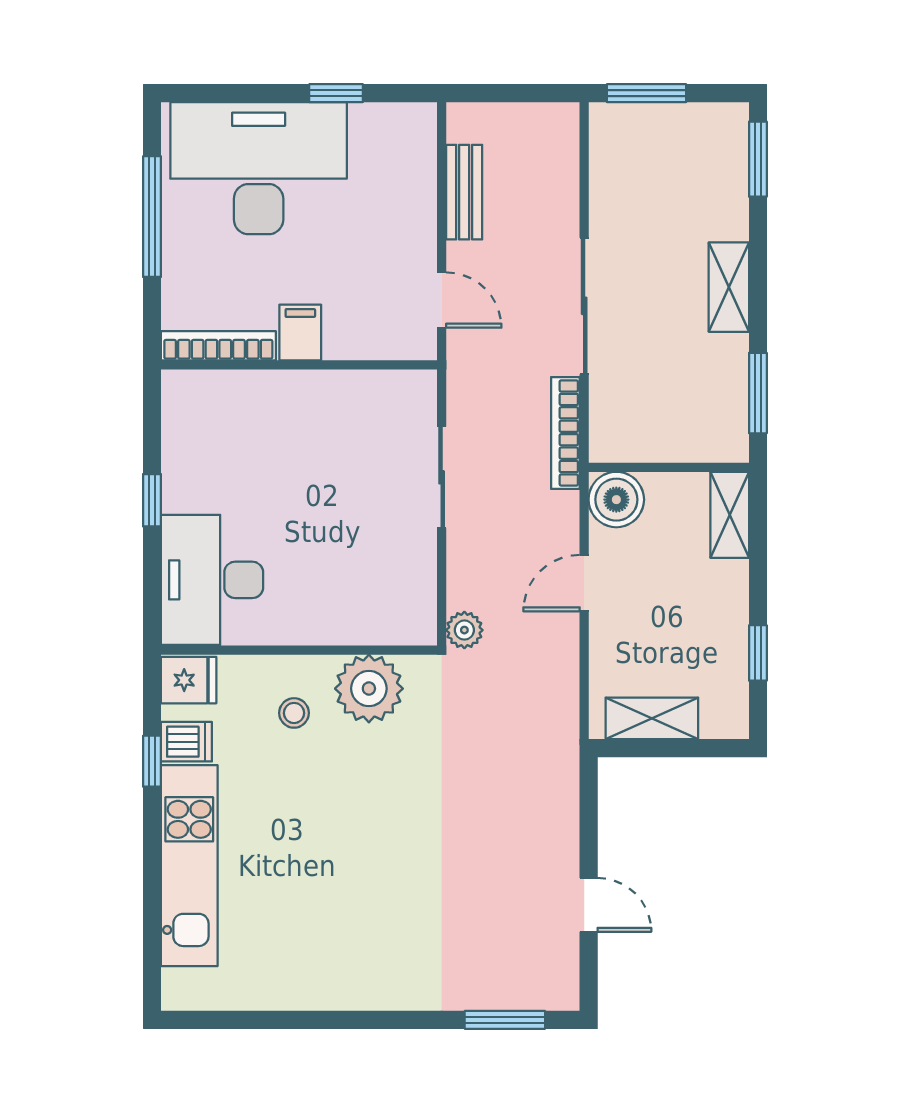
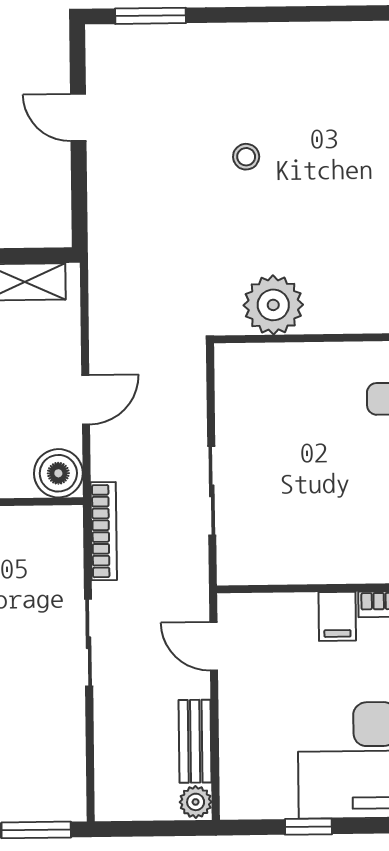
sliding door: (584, 306) -> (89, 643), width x0.73
plant: (464, 630) -> (196, 802), moved
stool: (294, 713) -> (246, 157), moved

